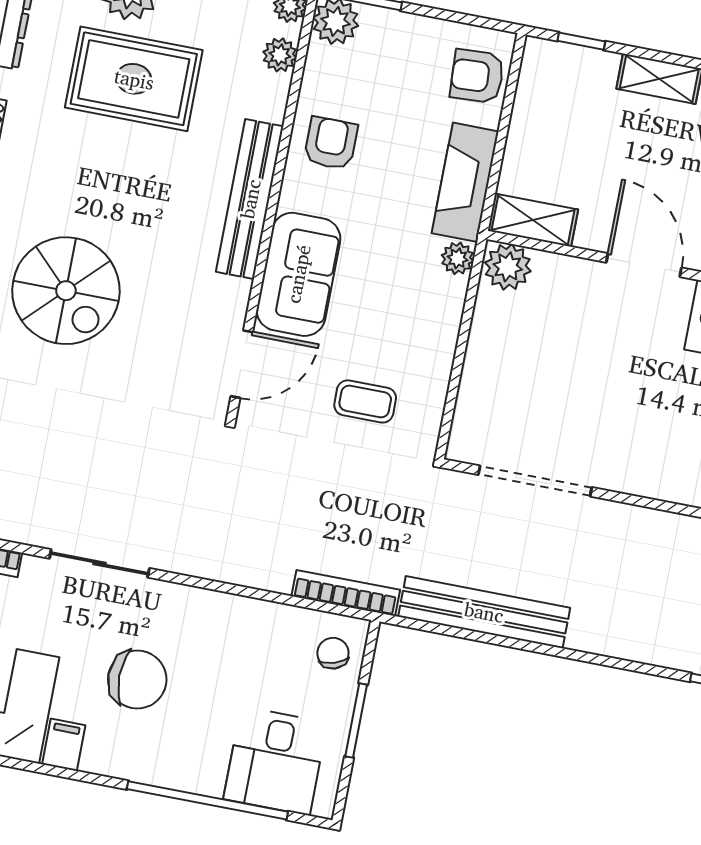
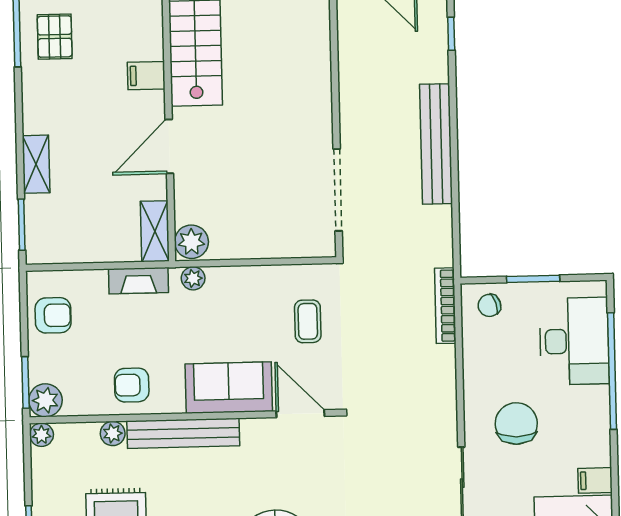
window: (581, 41) -> (22, 225), width x1.50
plant: (280, 55) -> (113, 433), moved
armchair: (477, 76) -> (53, 315), moved, turned -87
fireplace: (465, 182) -> (138, 281), width x0.73, depth x0.76
bench: (484, 612) -> (436, 144), moved
chair: (137, 679) -> (516, 423), moved
desk: (275, 761) -> (574, 341), width x1.37

